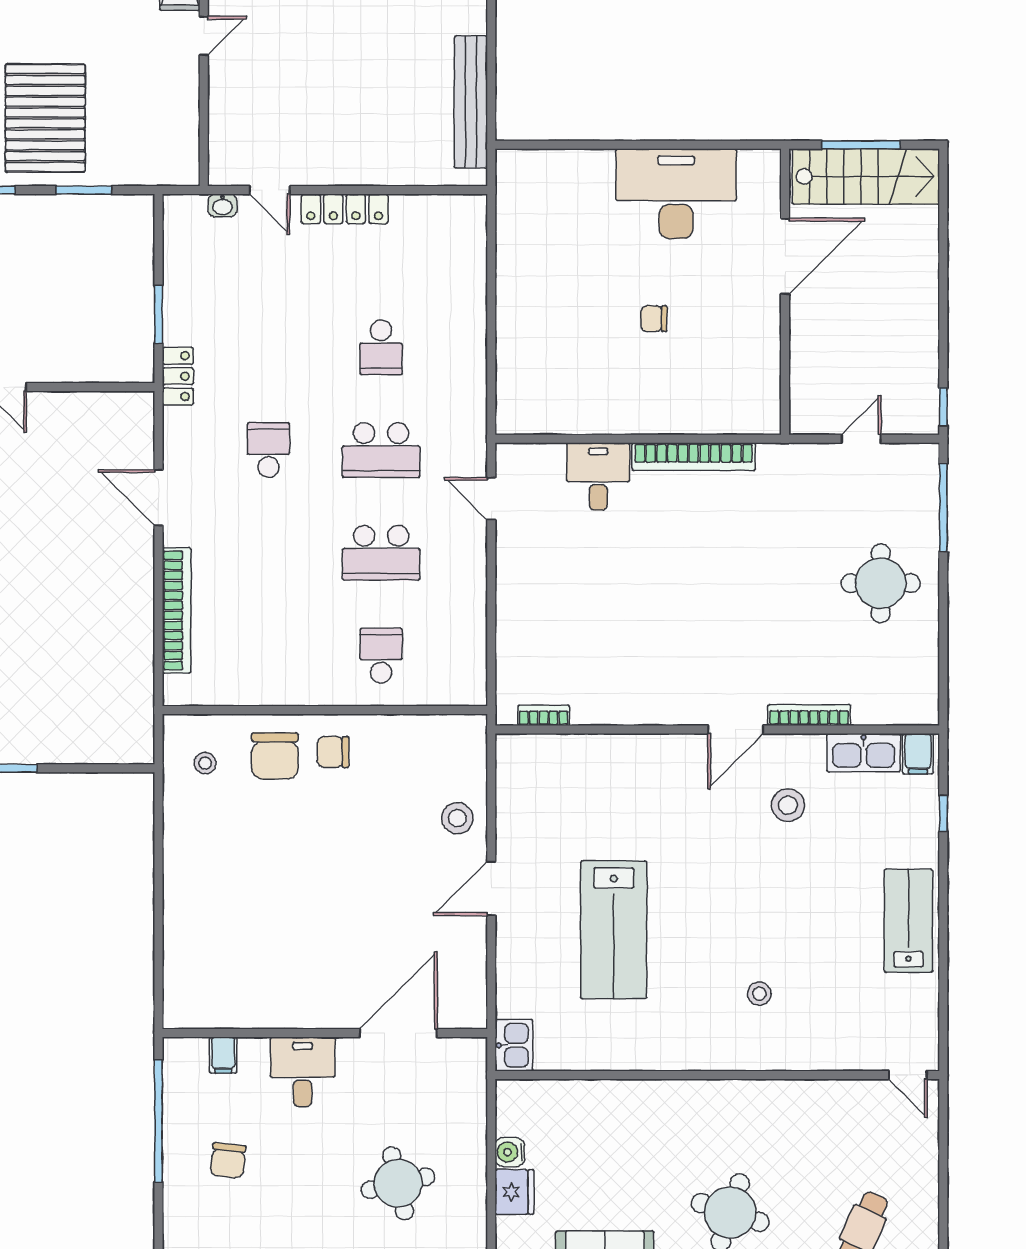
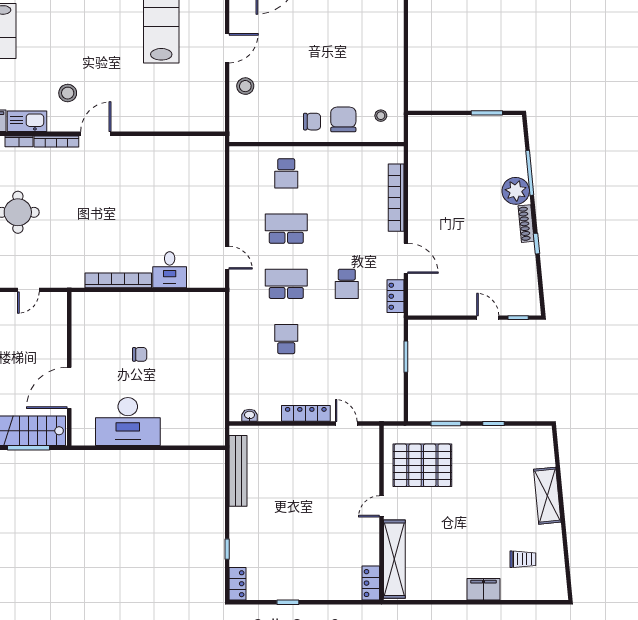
pallet: (45, 118) -> (422, 465), moved, turned 90
washbasin: (223, 205) -> (250, 415), moved
locker: (178, 376) -> (395, 296), moved
bookcase: (544, 715) -> (19, 141), moved

